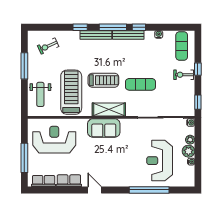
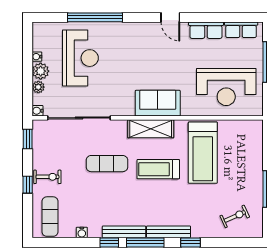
weight bench: (40, 94) -> (245, 150), removed

